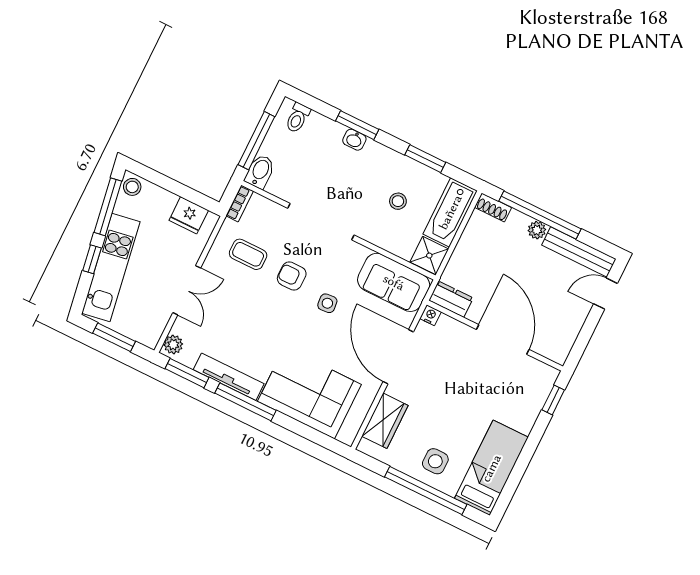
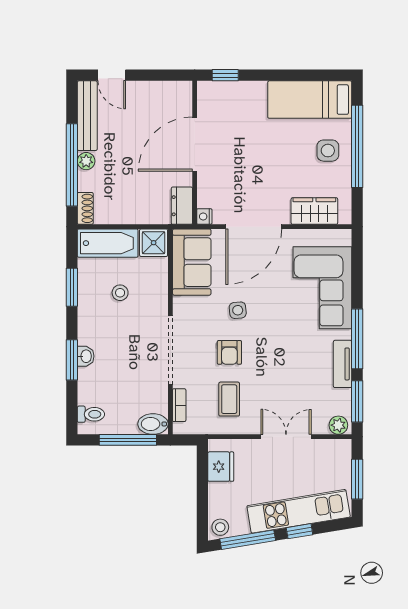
bookcase: (240, 203) -> (179, 405), moved, turned 90
tv unit: (229, 377) -> (343, 364), width x0.71

